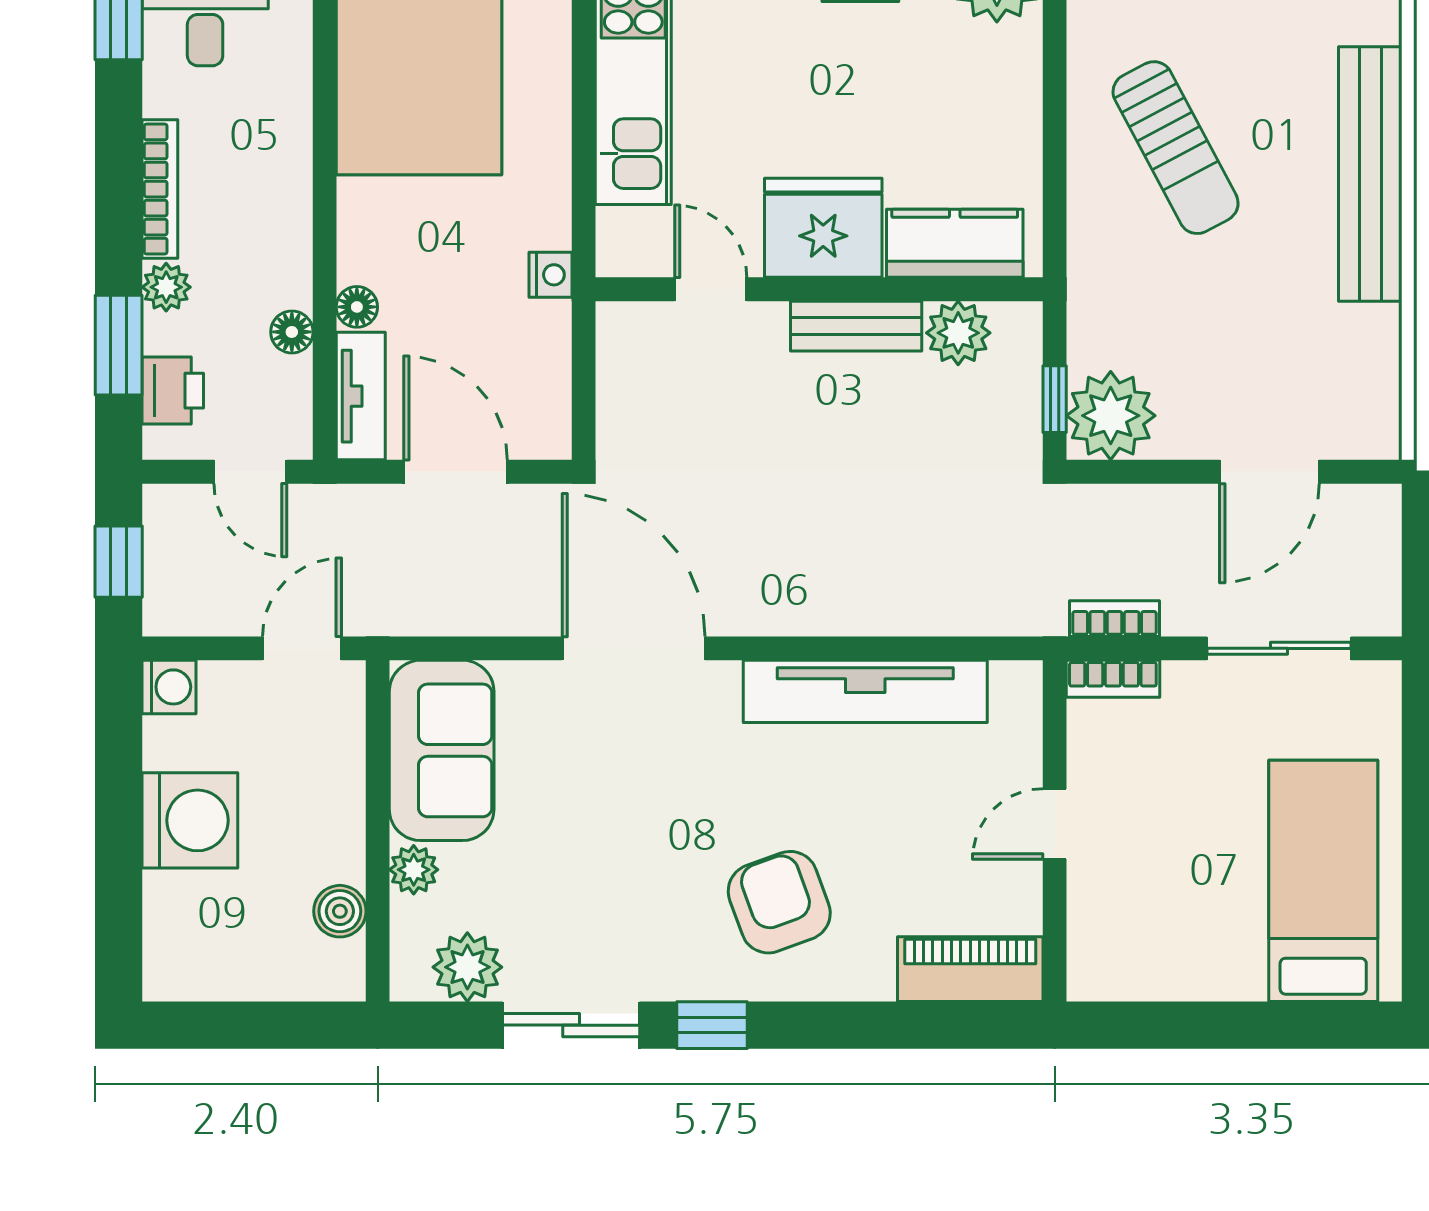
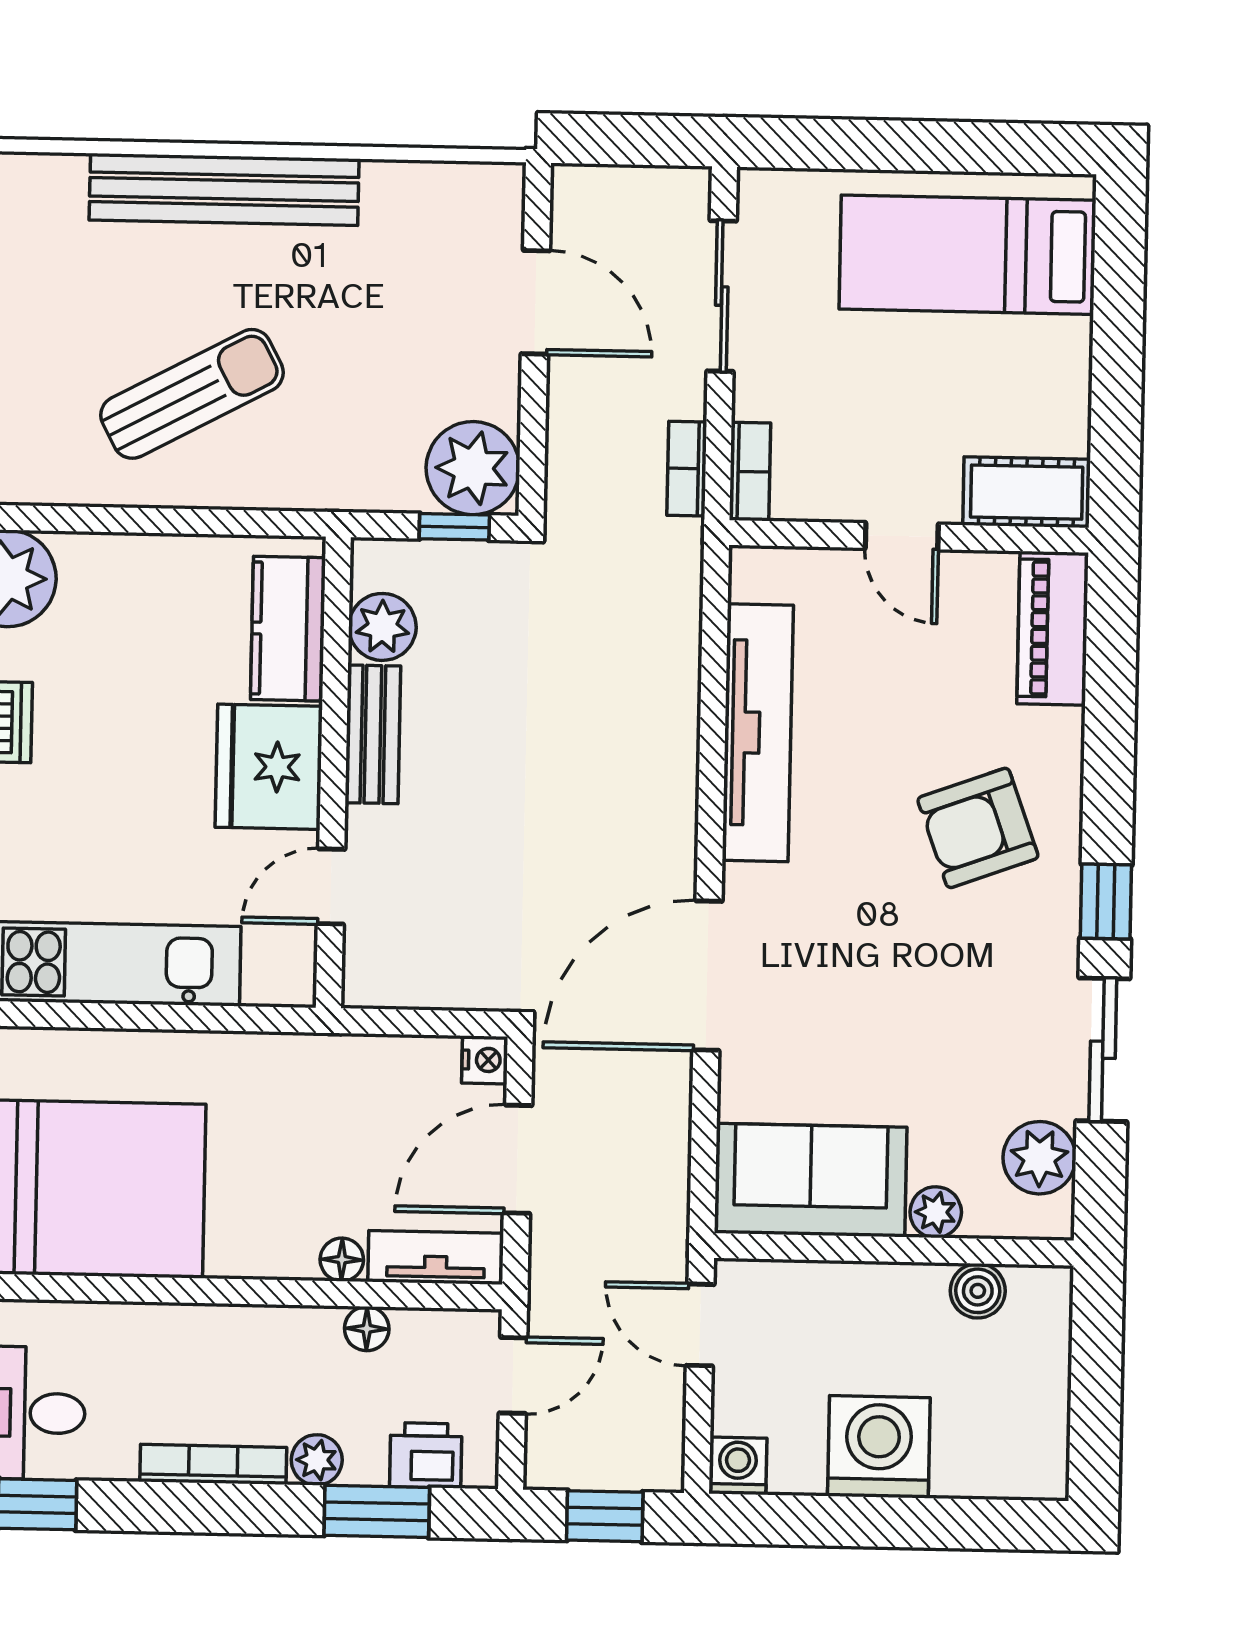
nightstand: (551, 275) -> (485, 1060), moved, turned 90
cot: (1099, 942) -> (1027, 492), added

